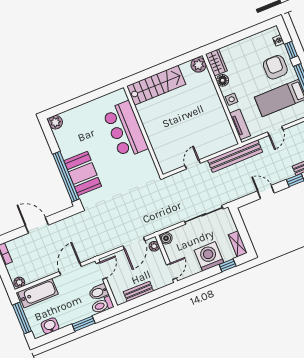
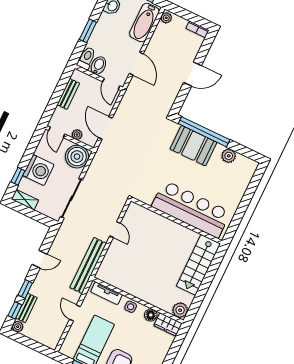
plant: (55, 122) -> (229, 156), moved
bar counter: (125, 130) -> (191, 209), width x1.36
boiler: (166, 238) -> (77, 157), width x1.86, depth x1.86
plant: (154, 246) -> (77, 135), moved

